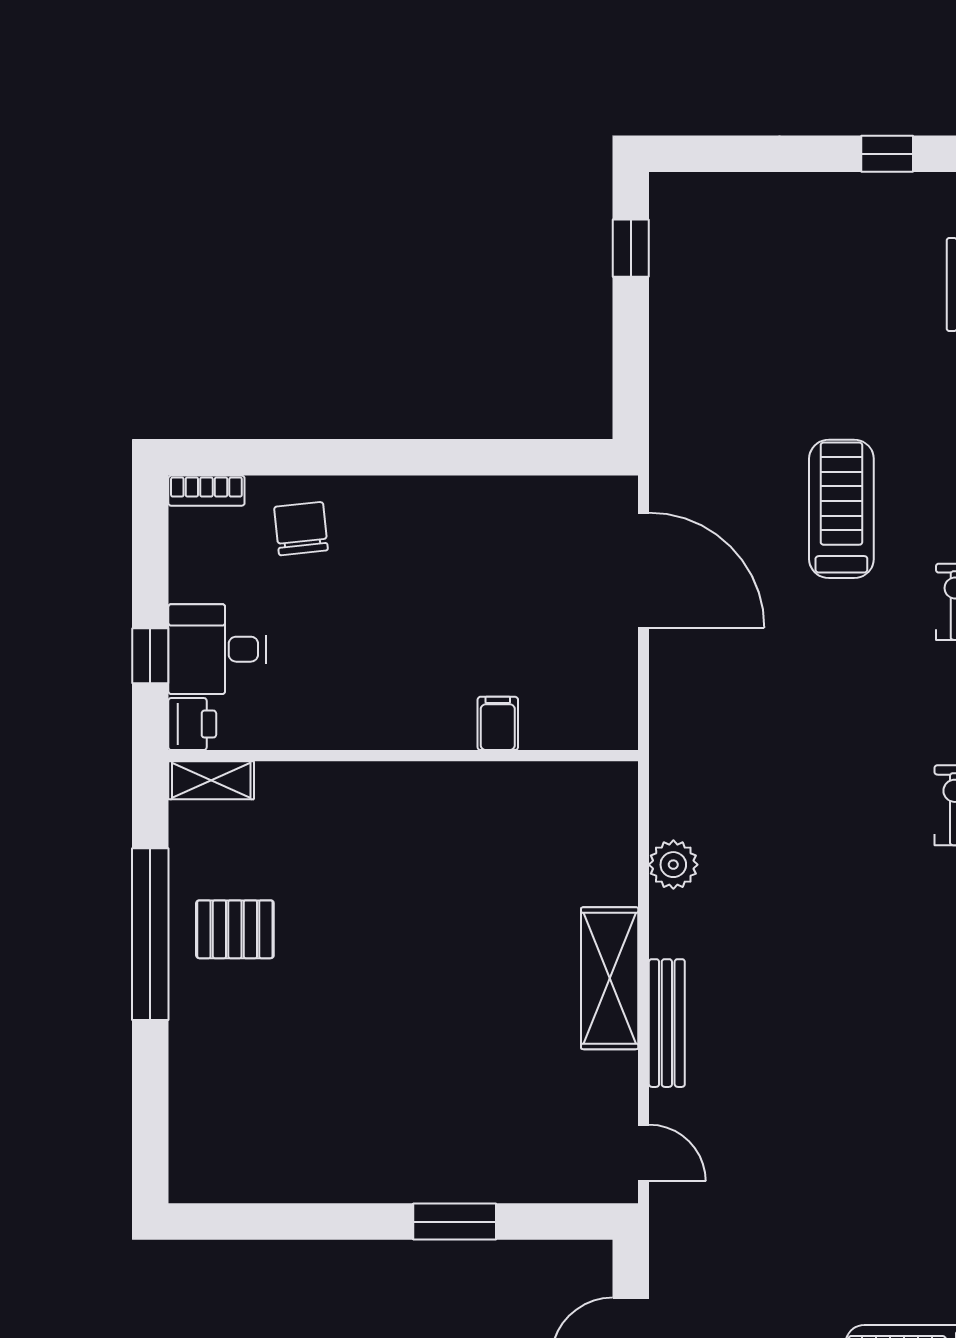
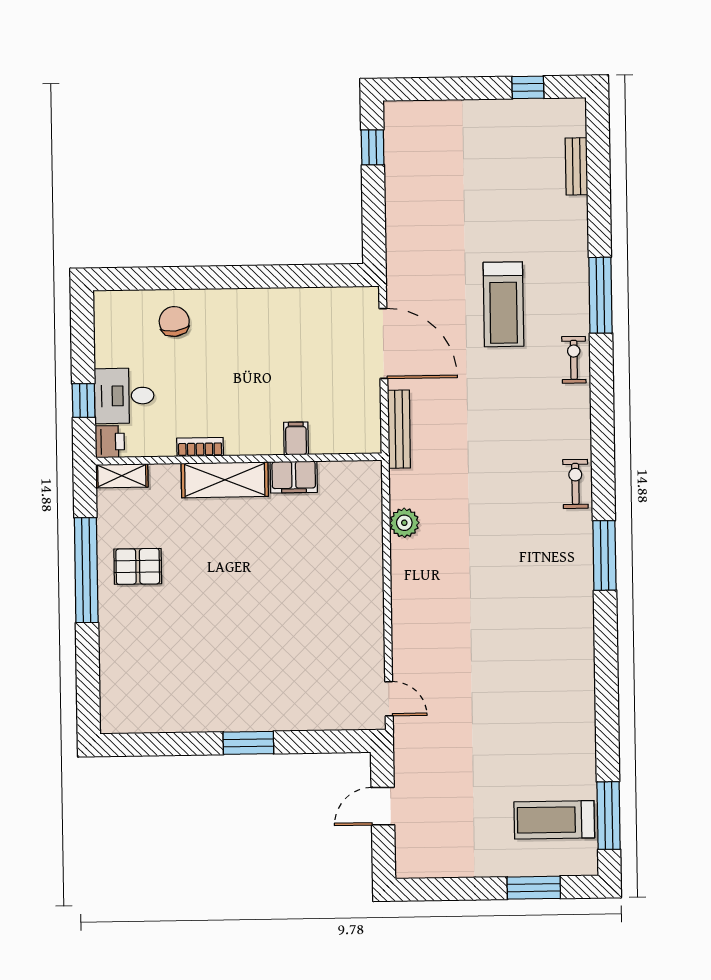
bookcase: (206, 491) -> (200, 447), moved, turned 180
treadmill: (841, 509) -> (503, 304), turned 180
filing cabinet: (493, 787) -> (294, 477), added
shelving: (610, 978) -> (225, 480), moved, turned 90
bench: (667, 1023) -> (399, 429), moved
window: (455, 1222) -> (248, 743), moved

